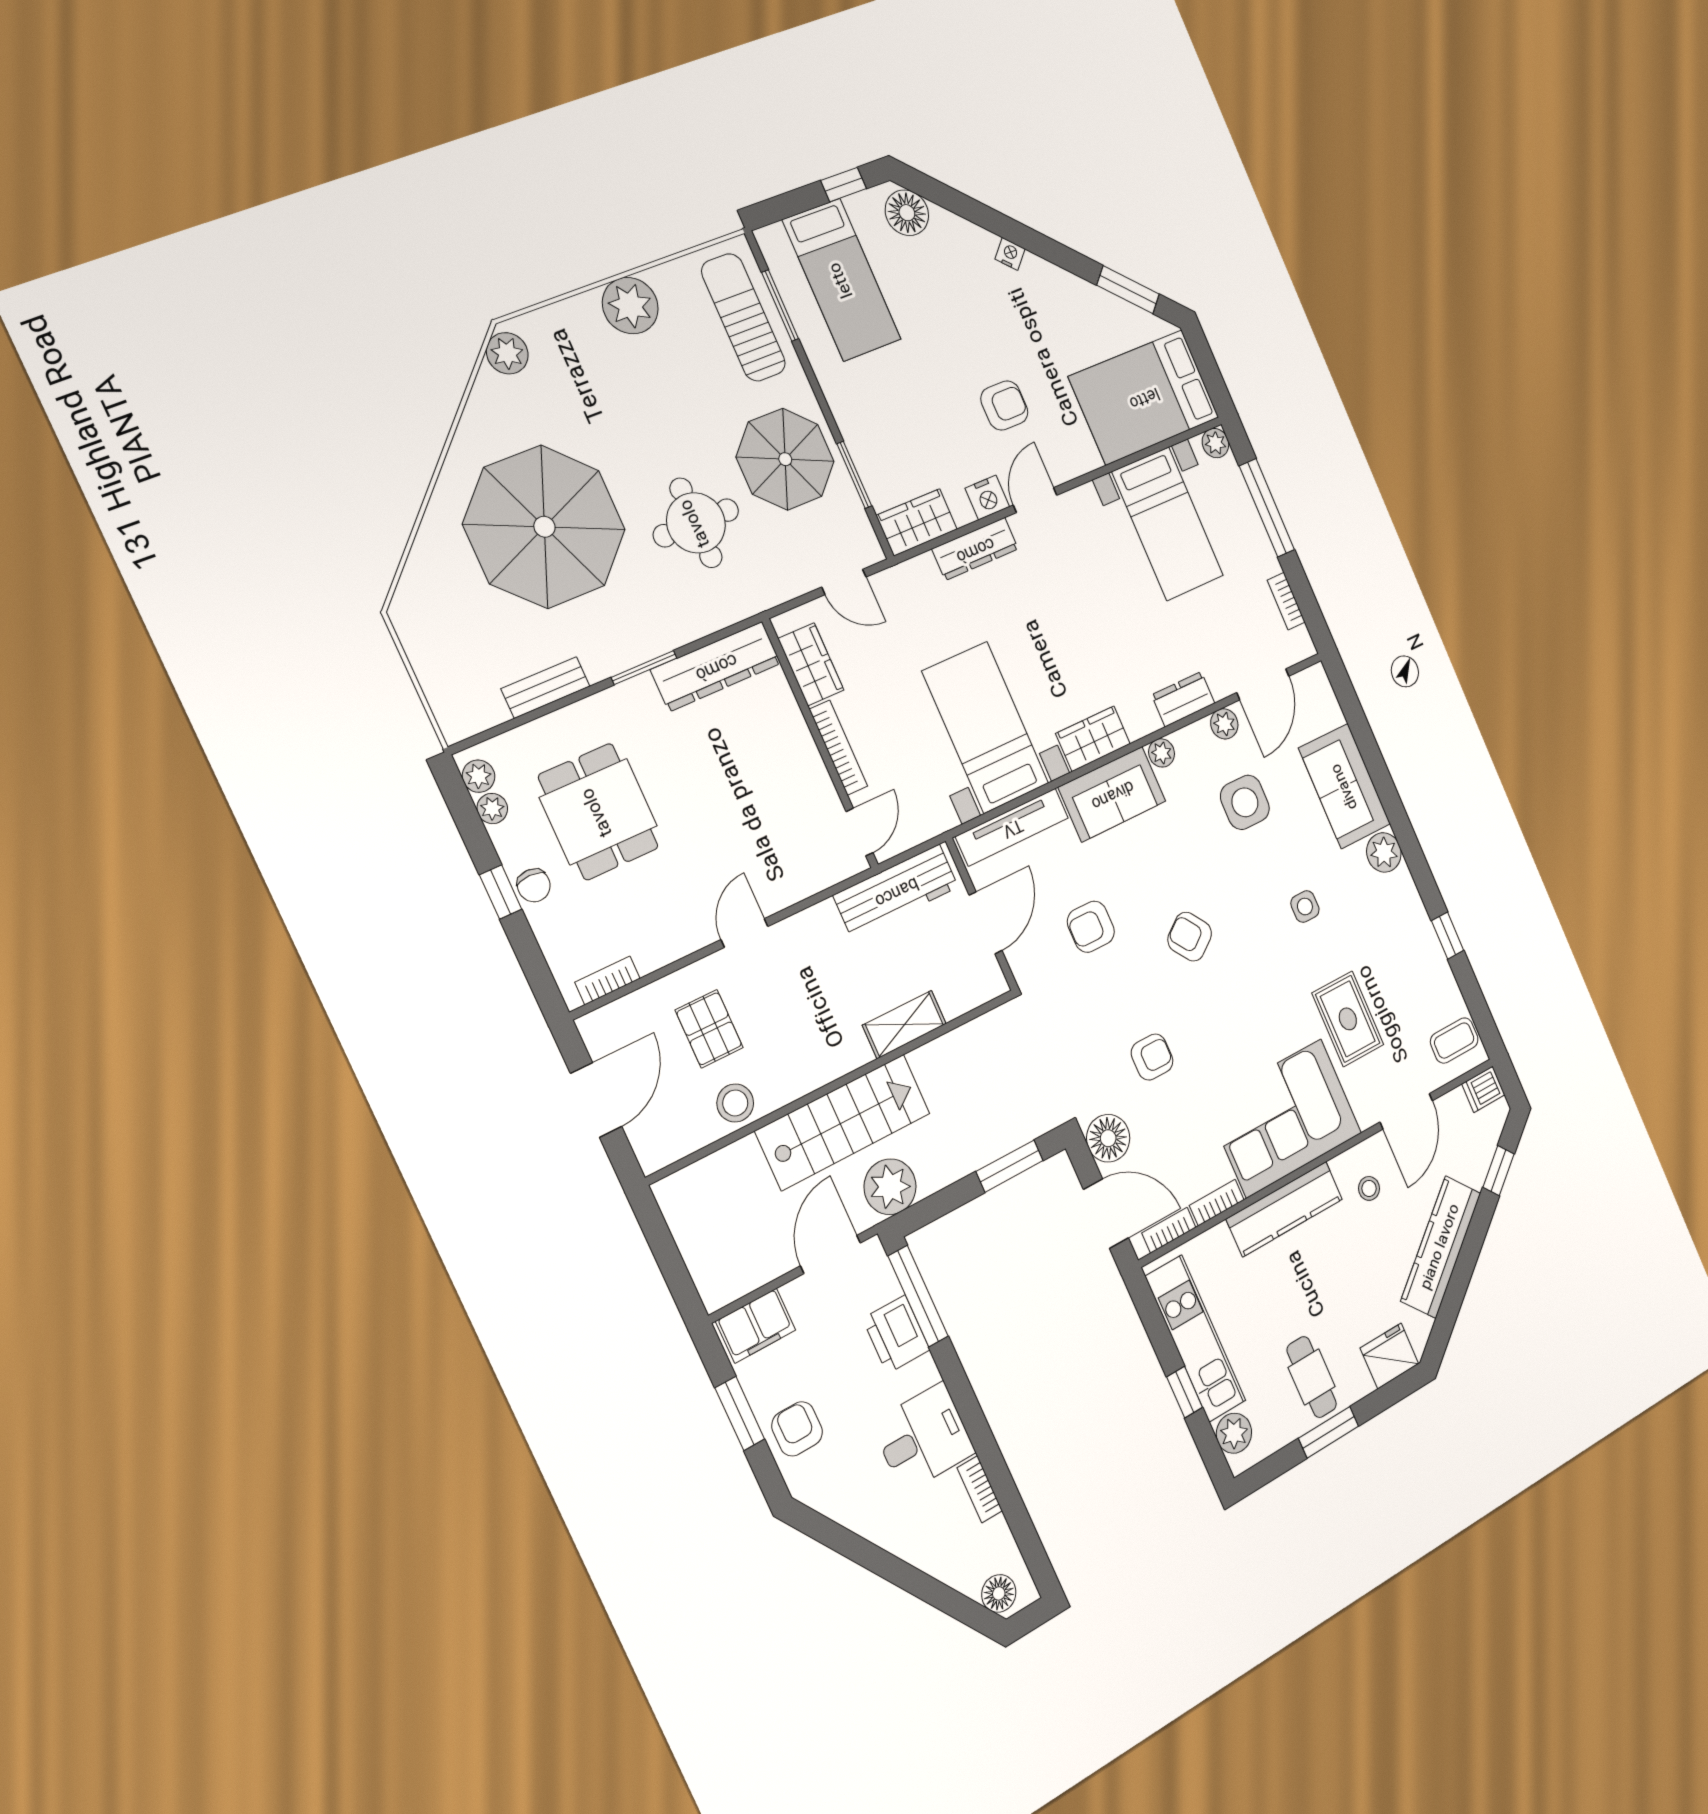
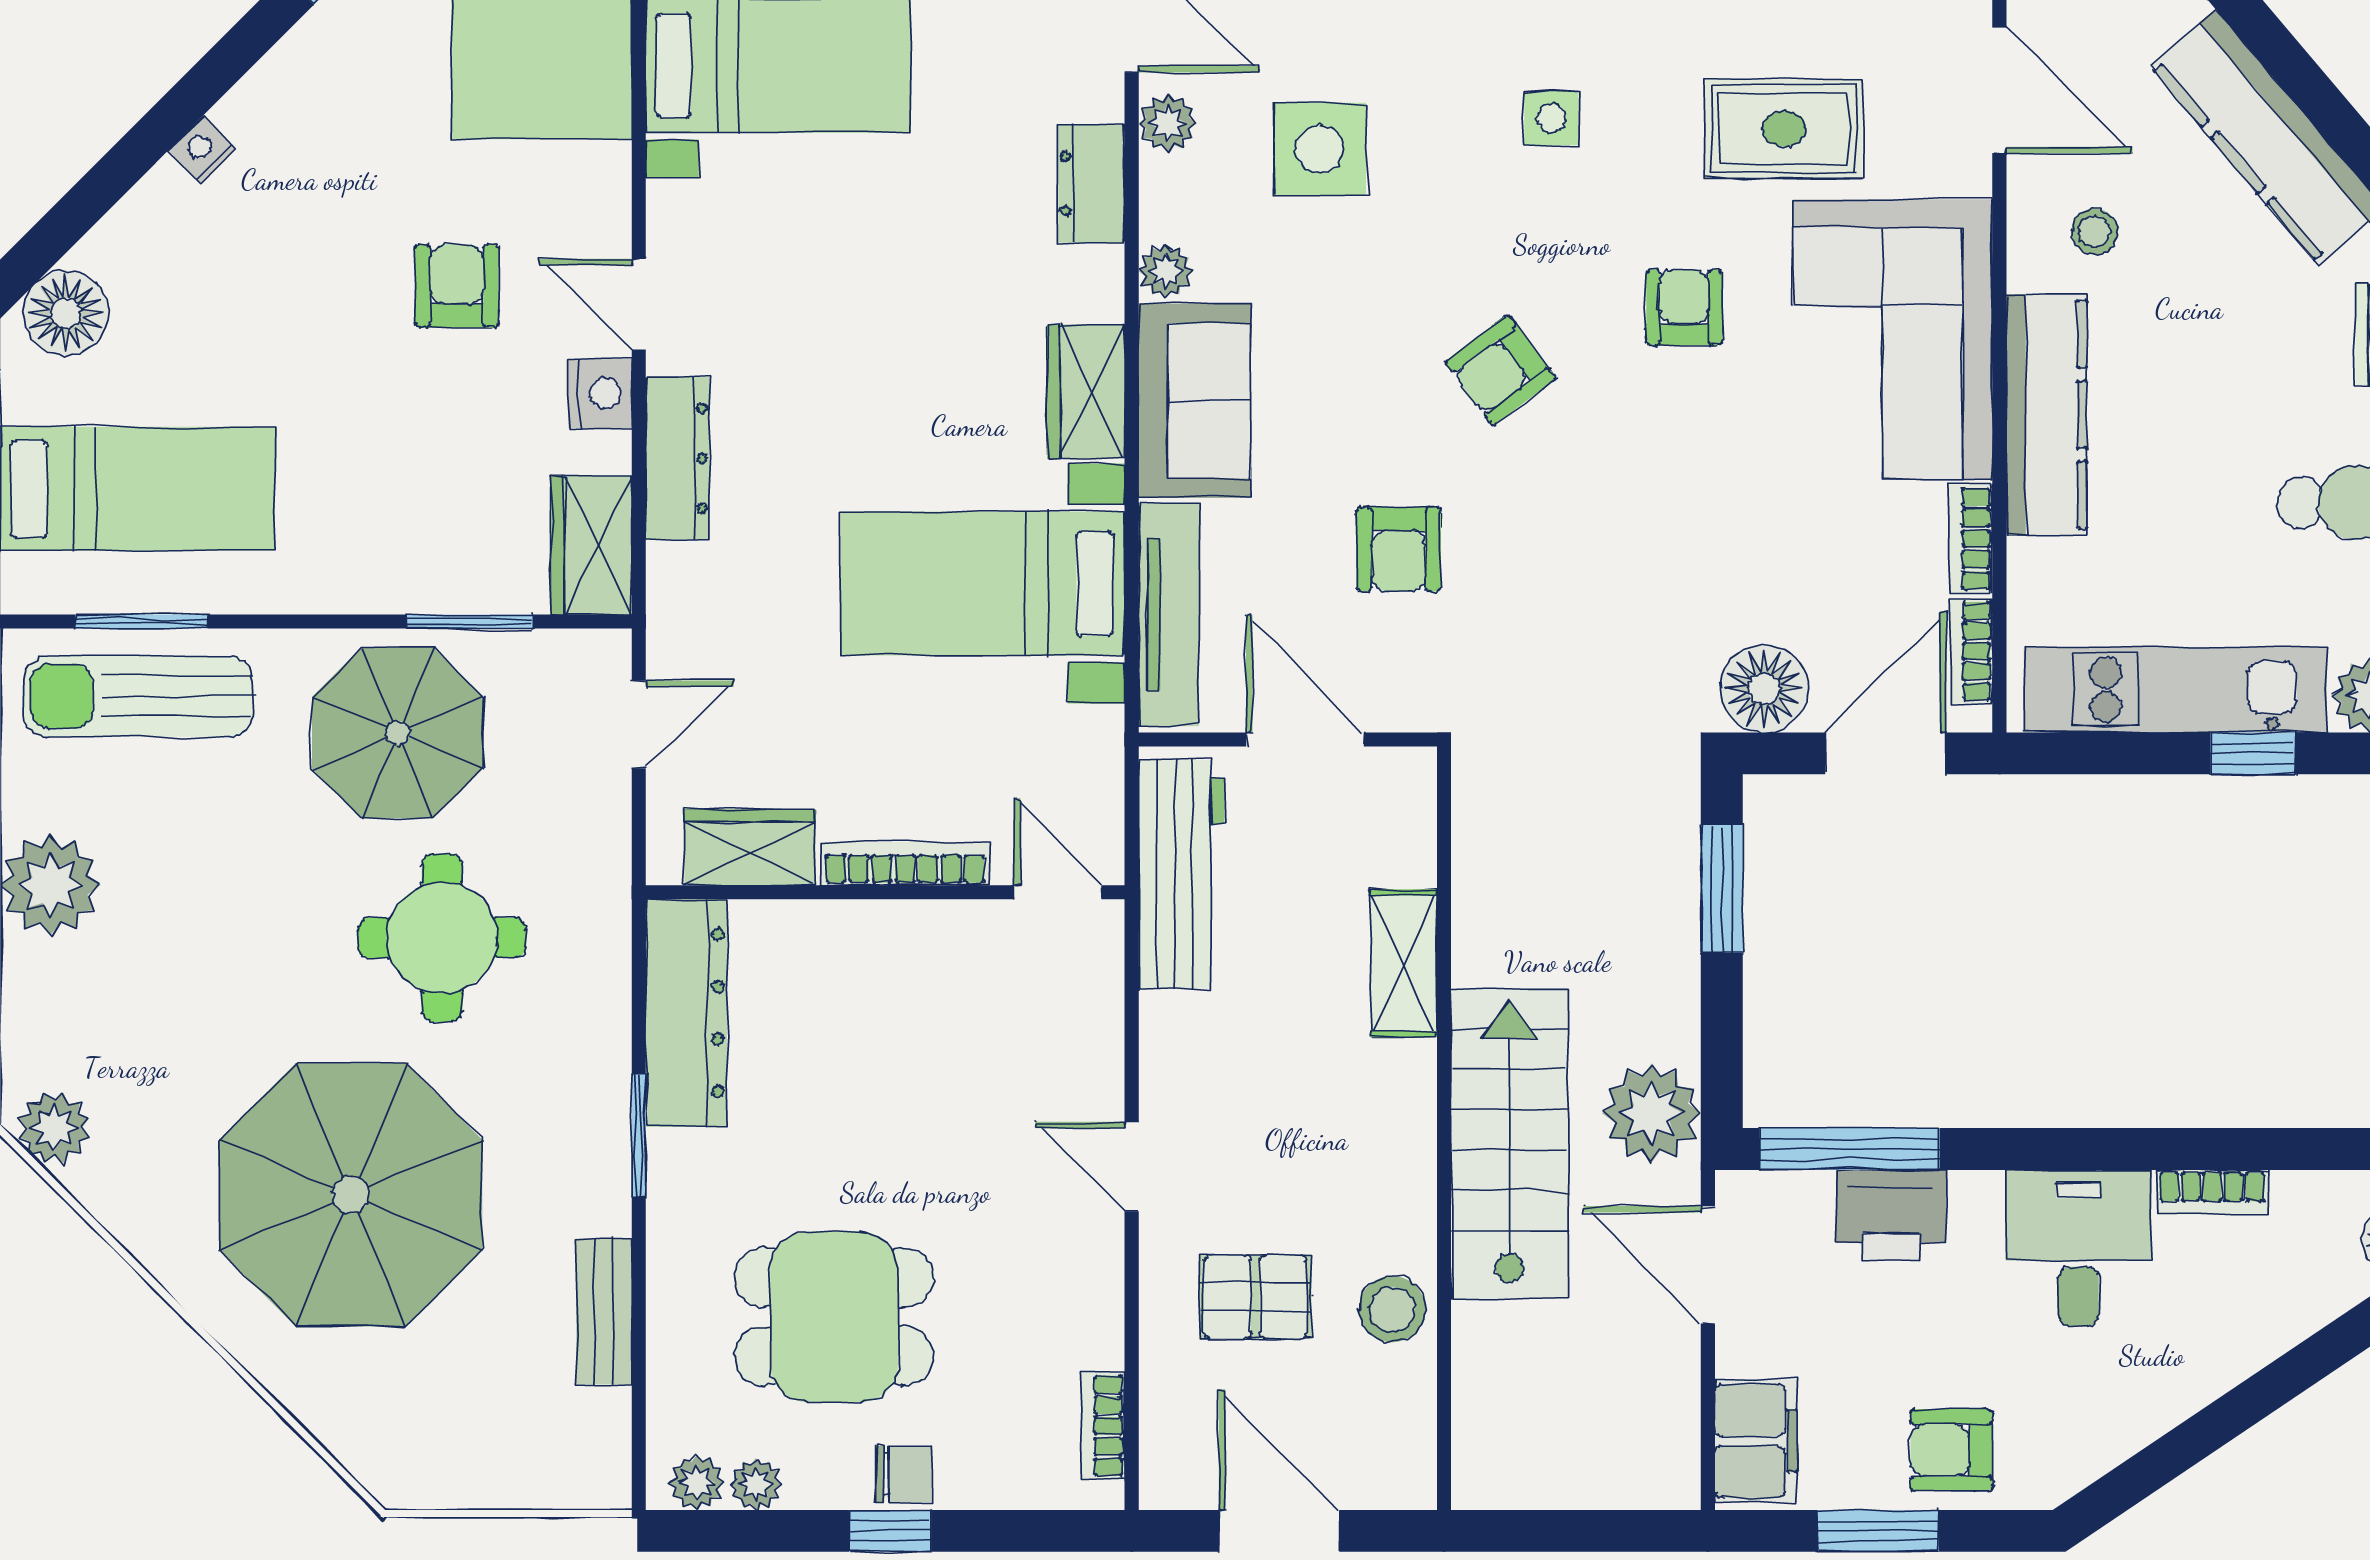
armchair: (1152, 1057) -> (1684, 307), moved

